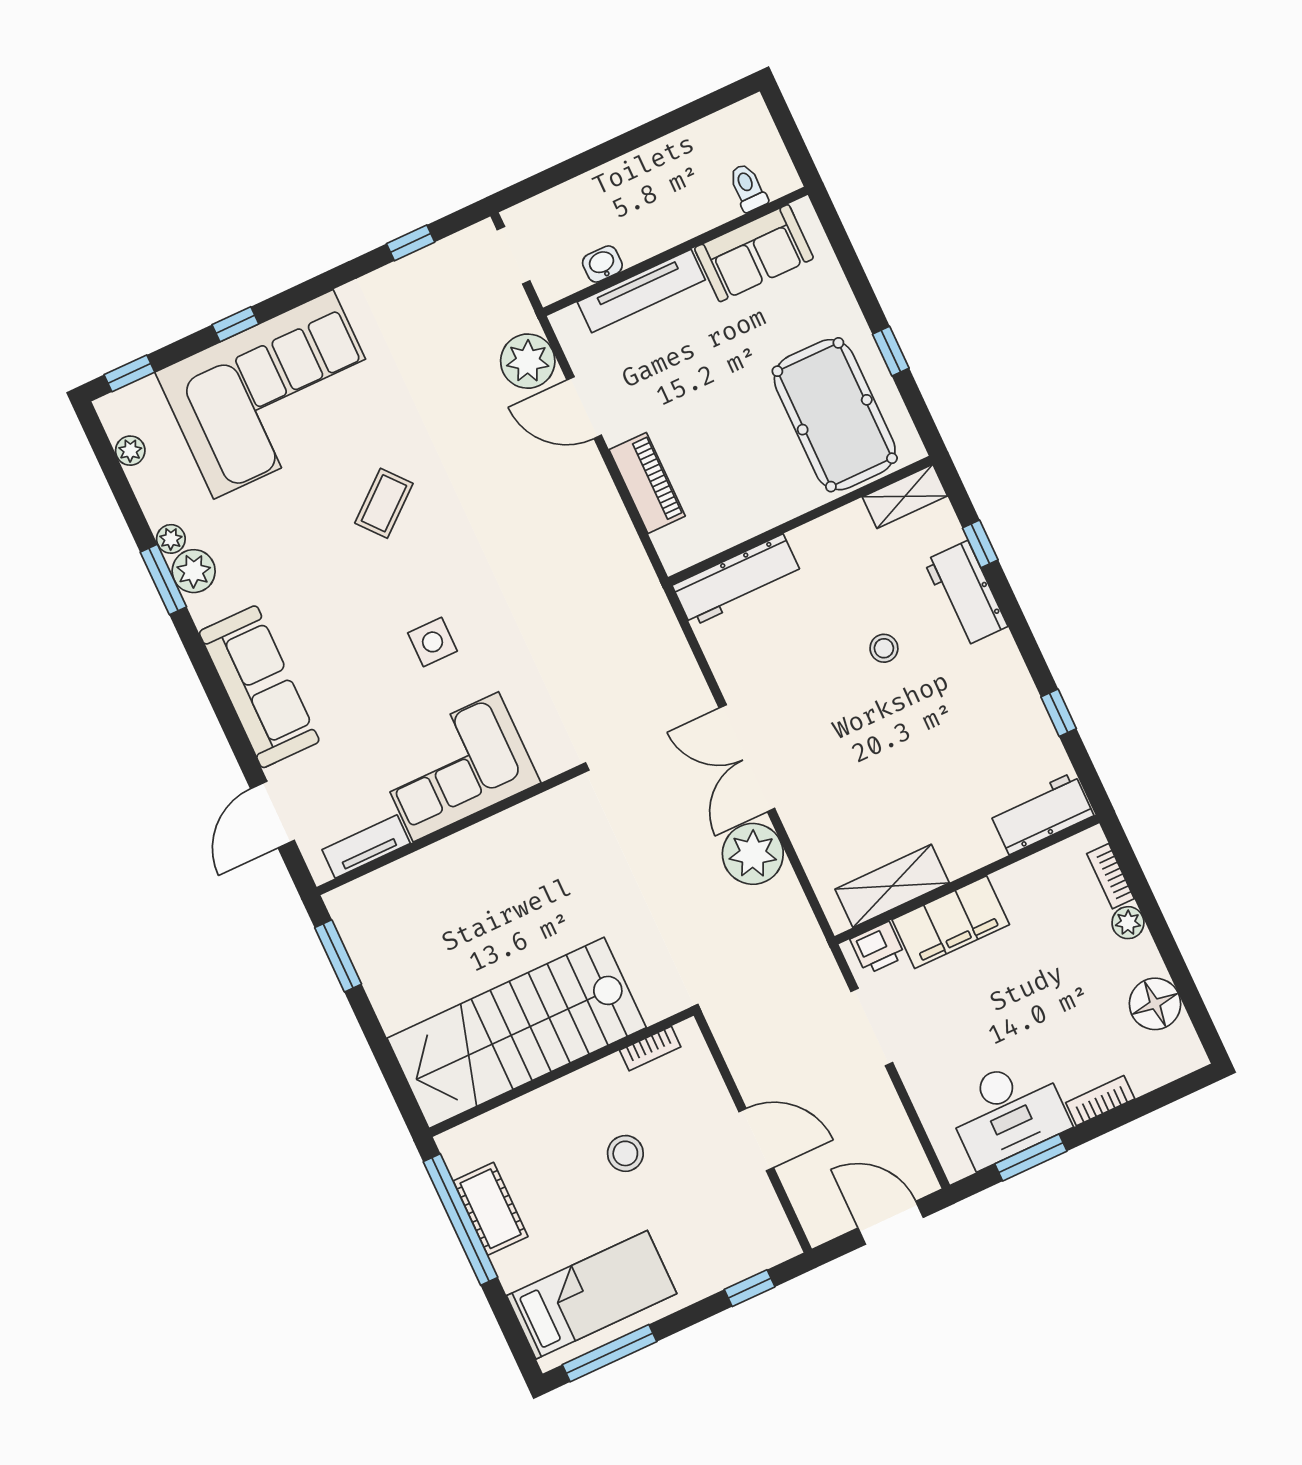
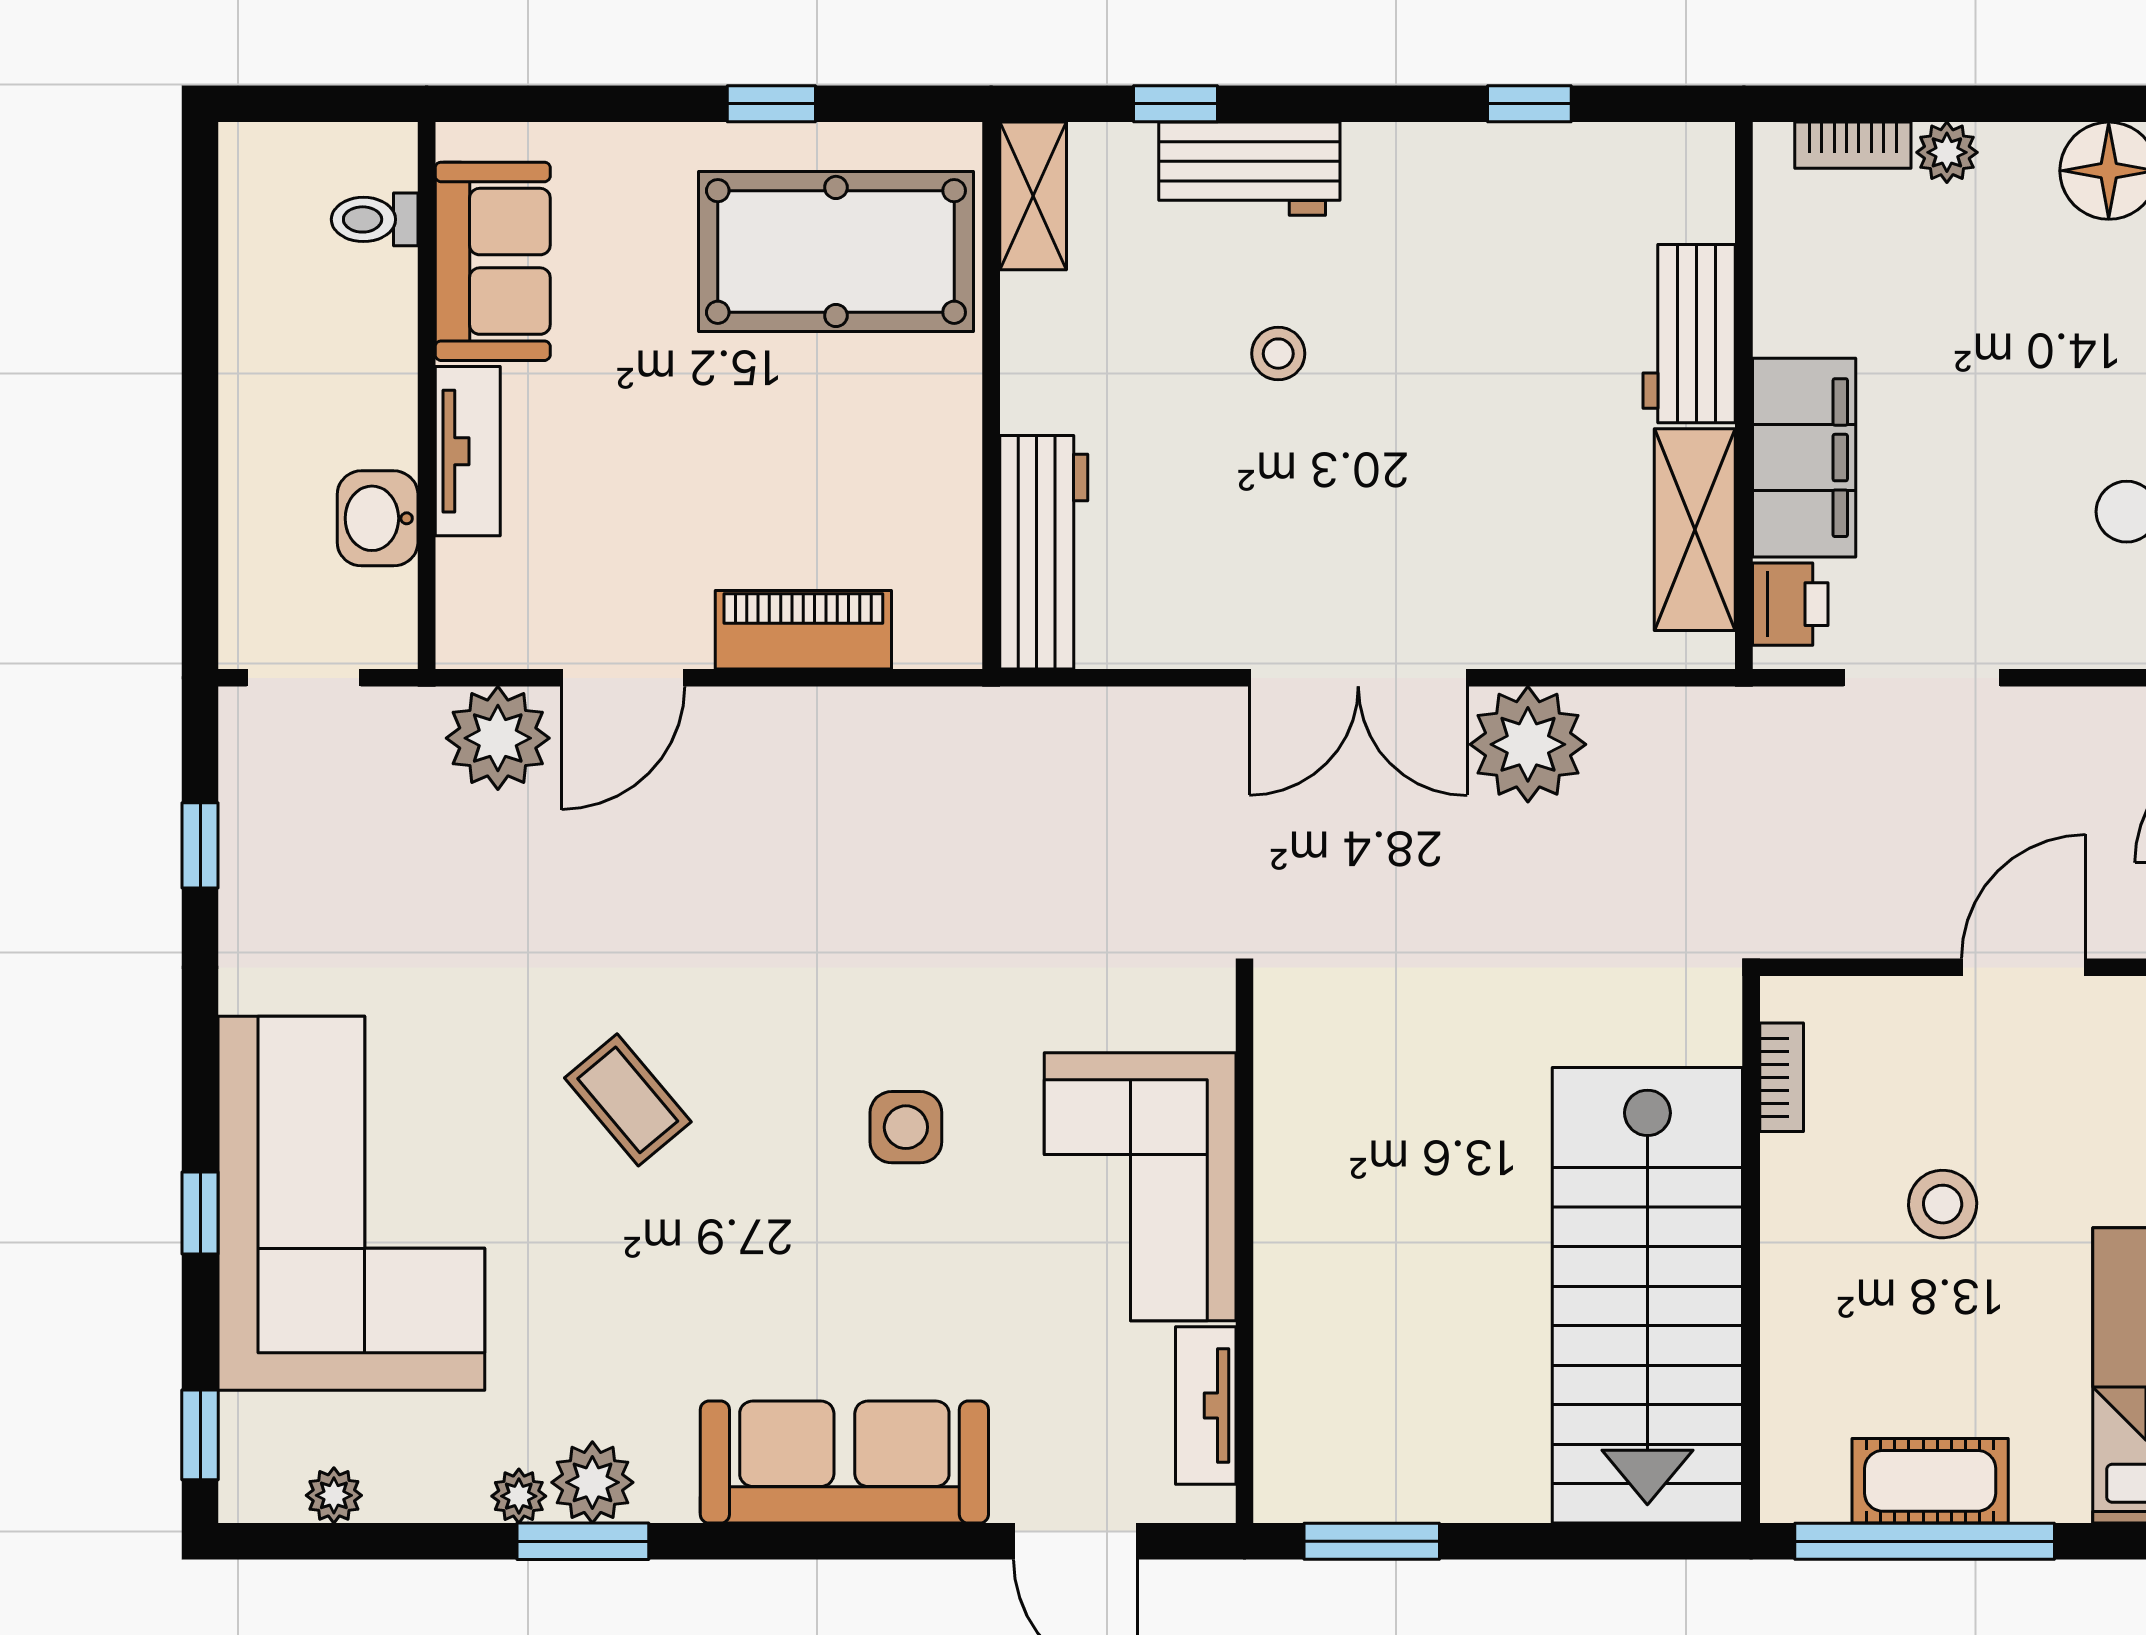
washbasin: (602, 264) -> (378, 518), width x1.38, depth x1.45
tv unit: (641, 291) -> (468, 451), width x0.71
workbench: (1041, 813) -> (1689, 334), moved

